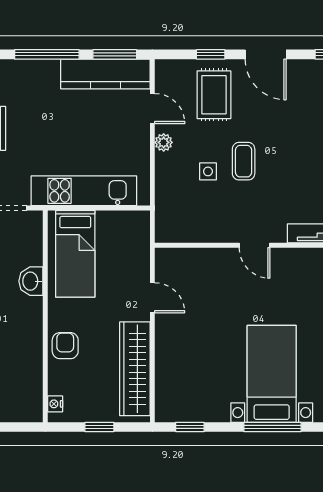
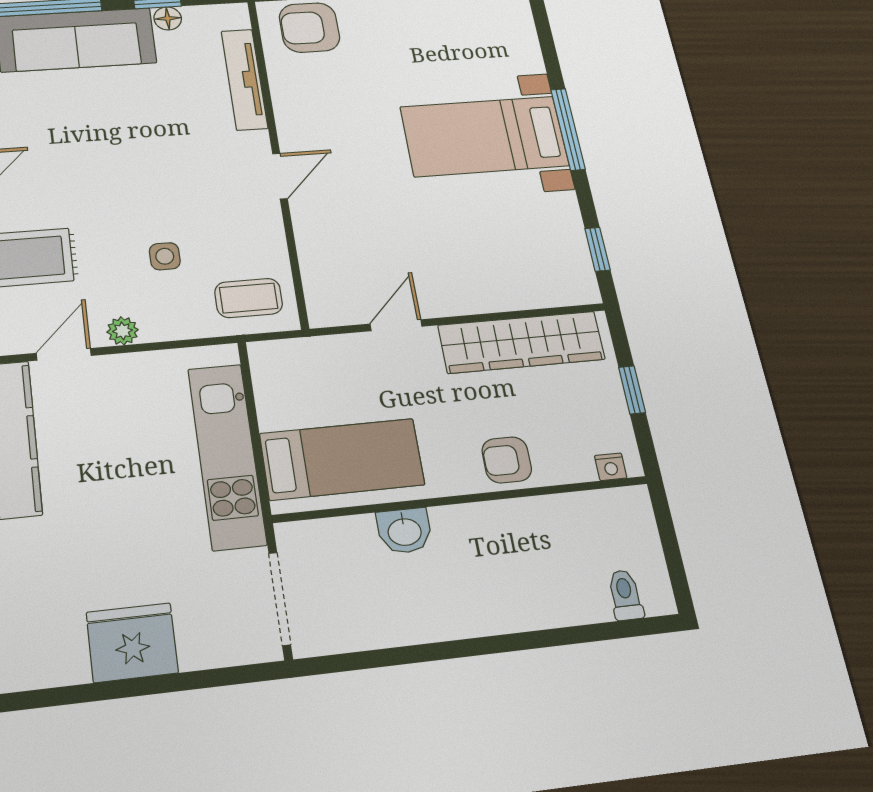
coffee table: (244, 161) -> (249, 298), moved

